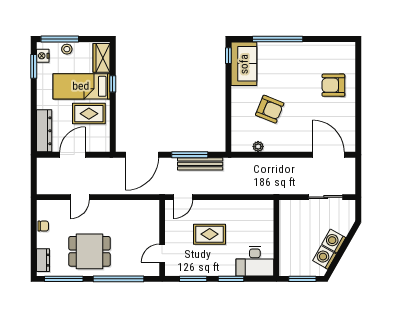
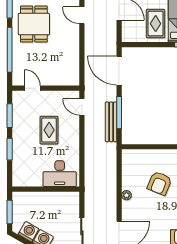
plant: (258, 147) -> (126, 195), moved
desk: (255, 261) -> (60, 174), moved, turned -90

